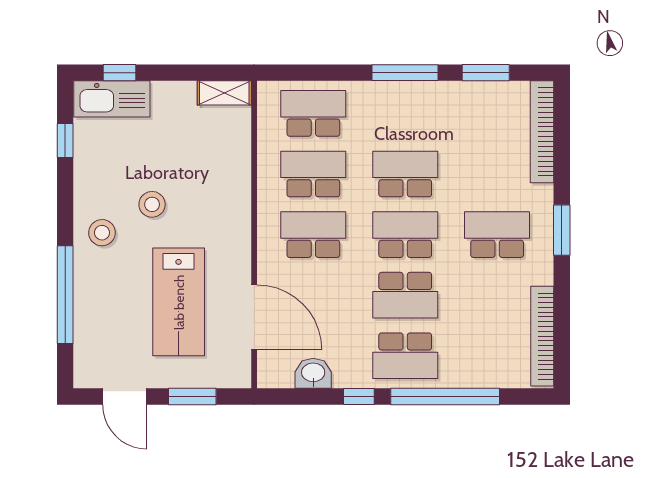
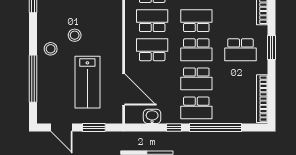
school desk: (405, 235) -> (196, 50), turned 180
school desk: (497, 235) -> (240, 50), turned 180

